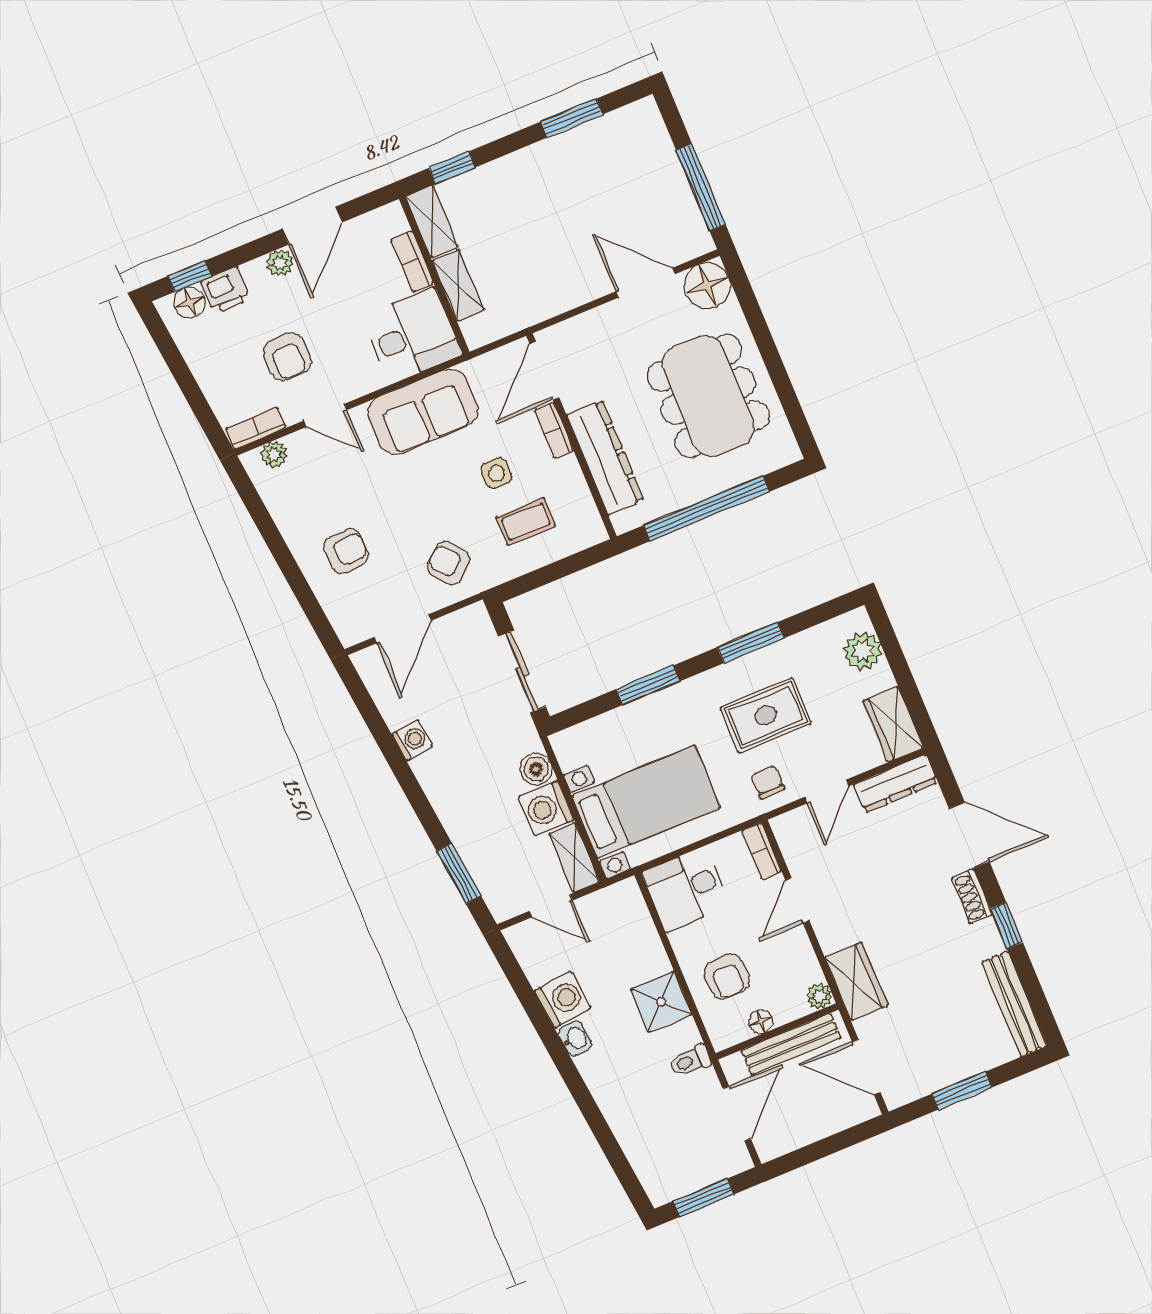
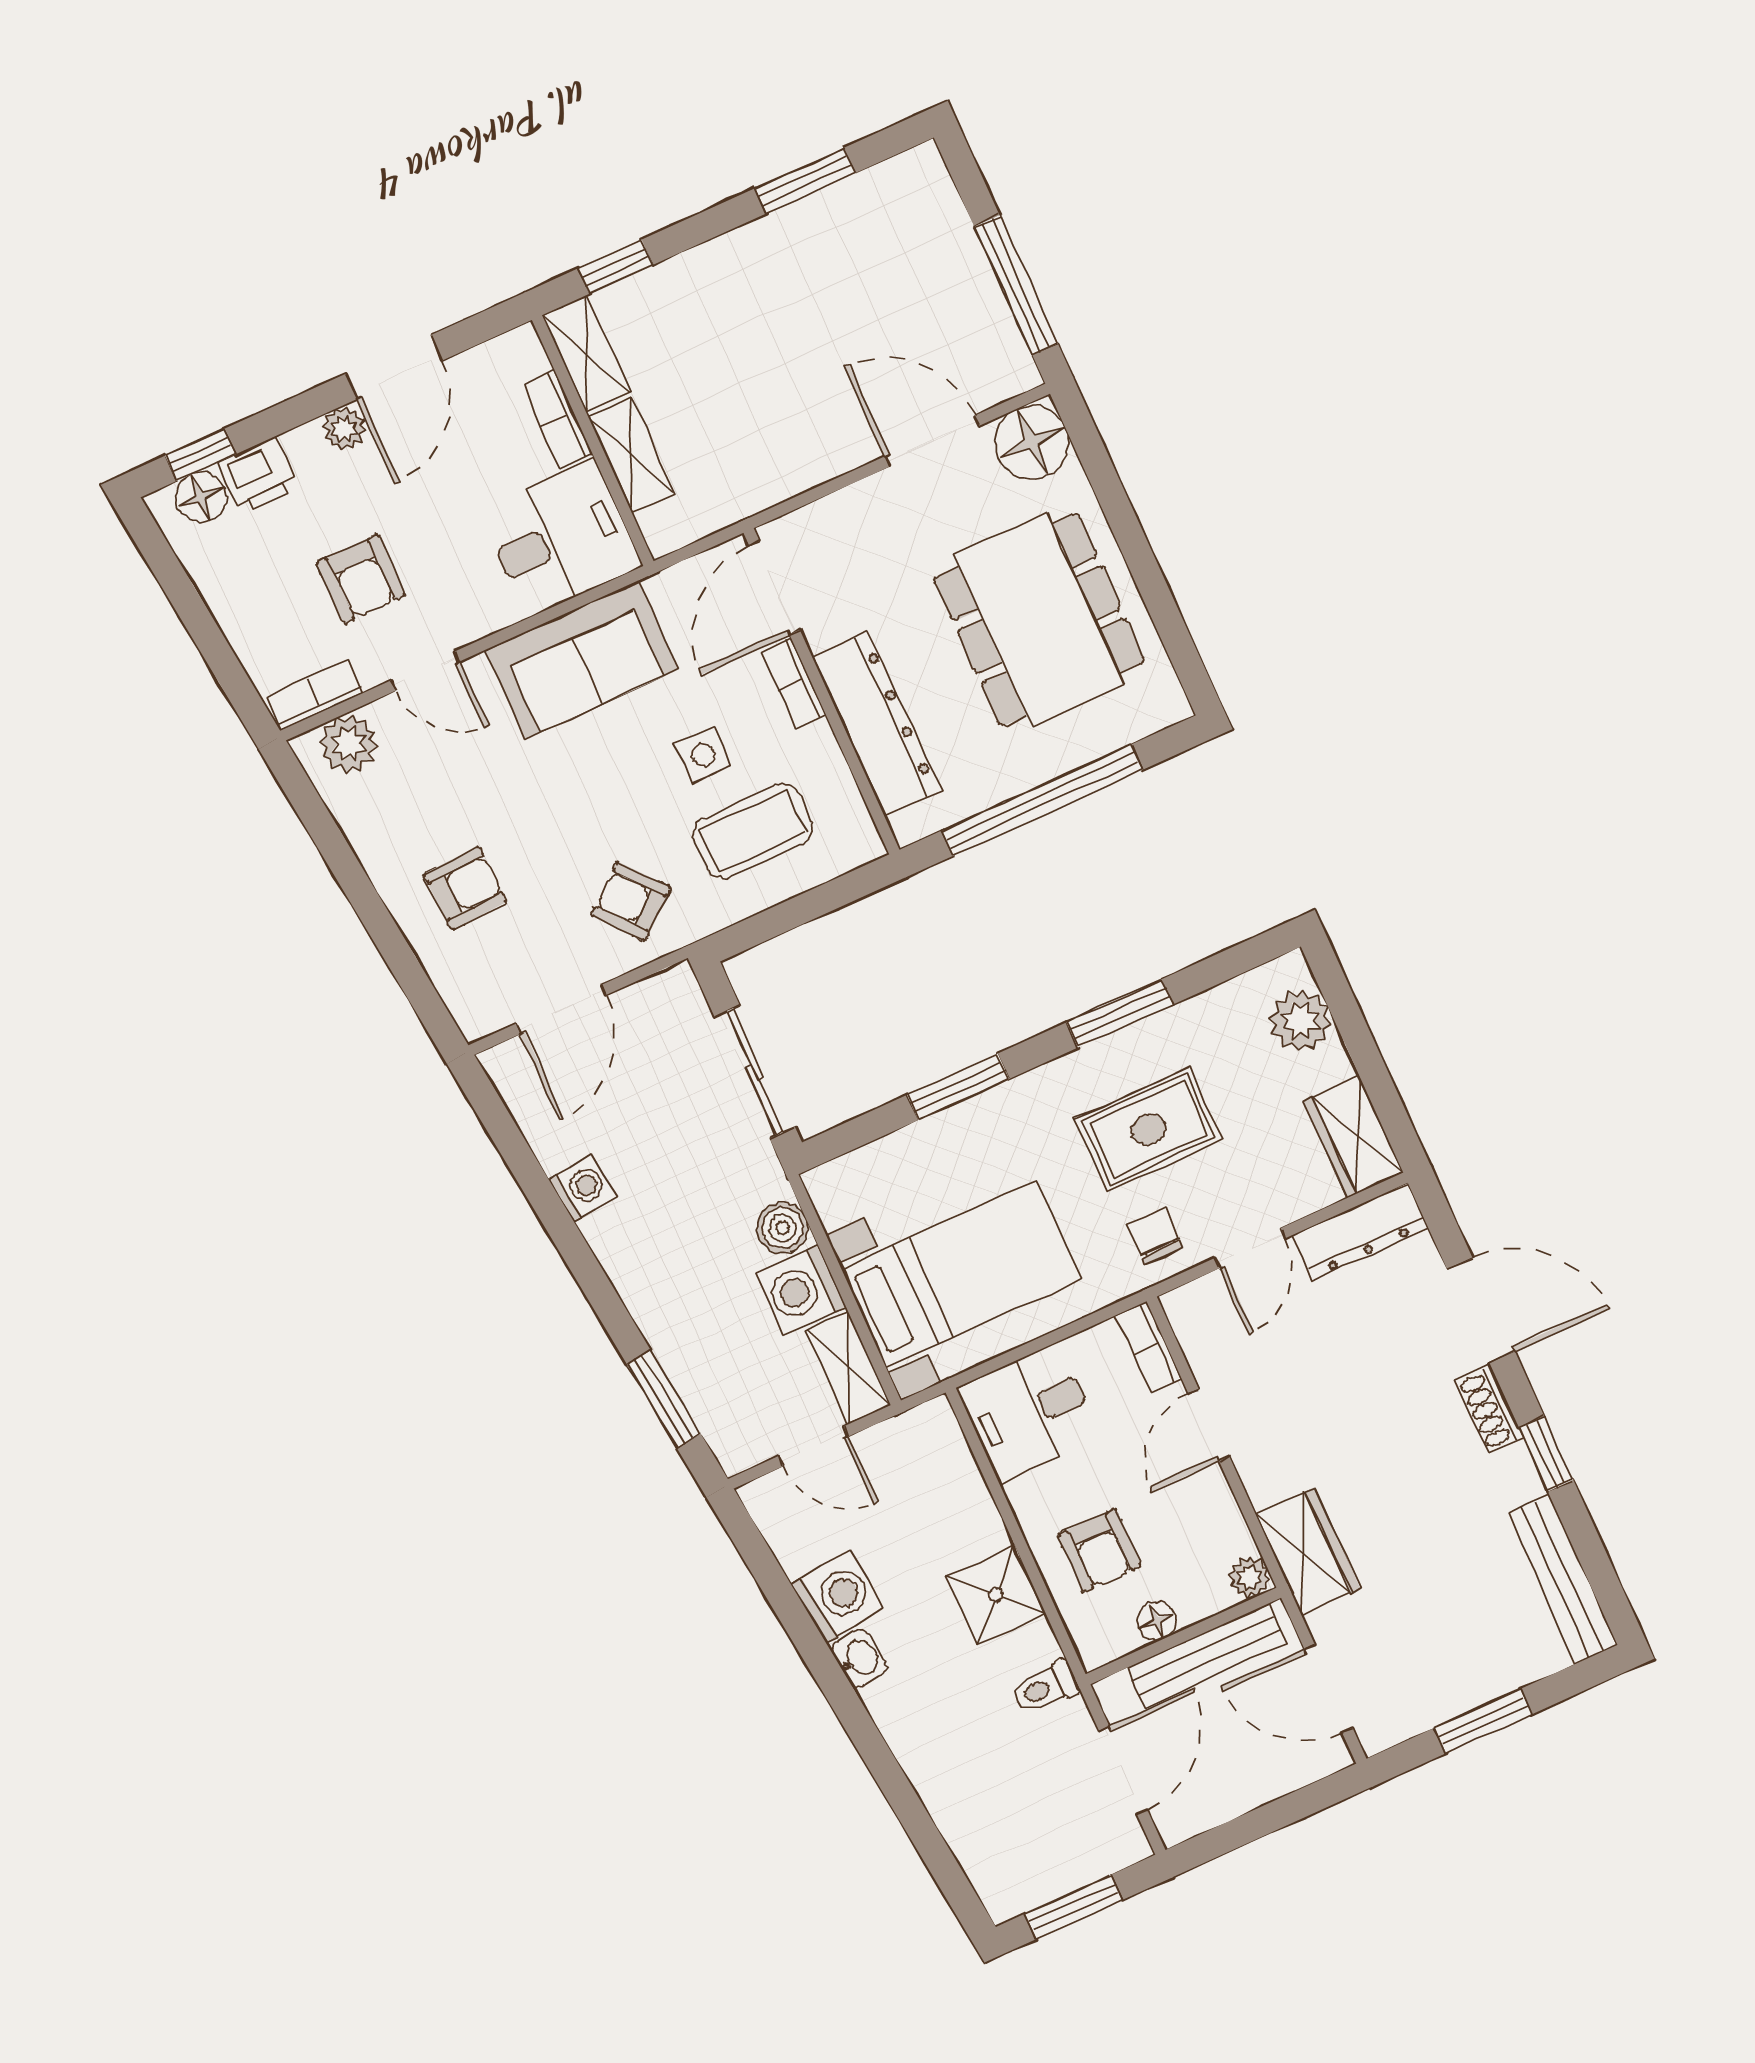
plant: (274, 454) -> (349, 744), width x1.38, depth x1.38
coffee table: (526, 522) -> (753, 831), width x1.36, depth x1.30

